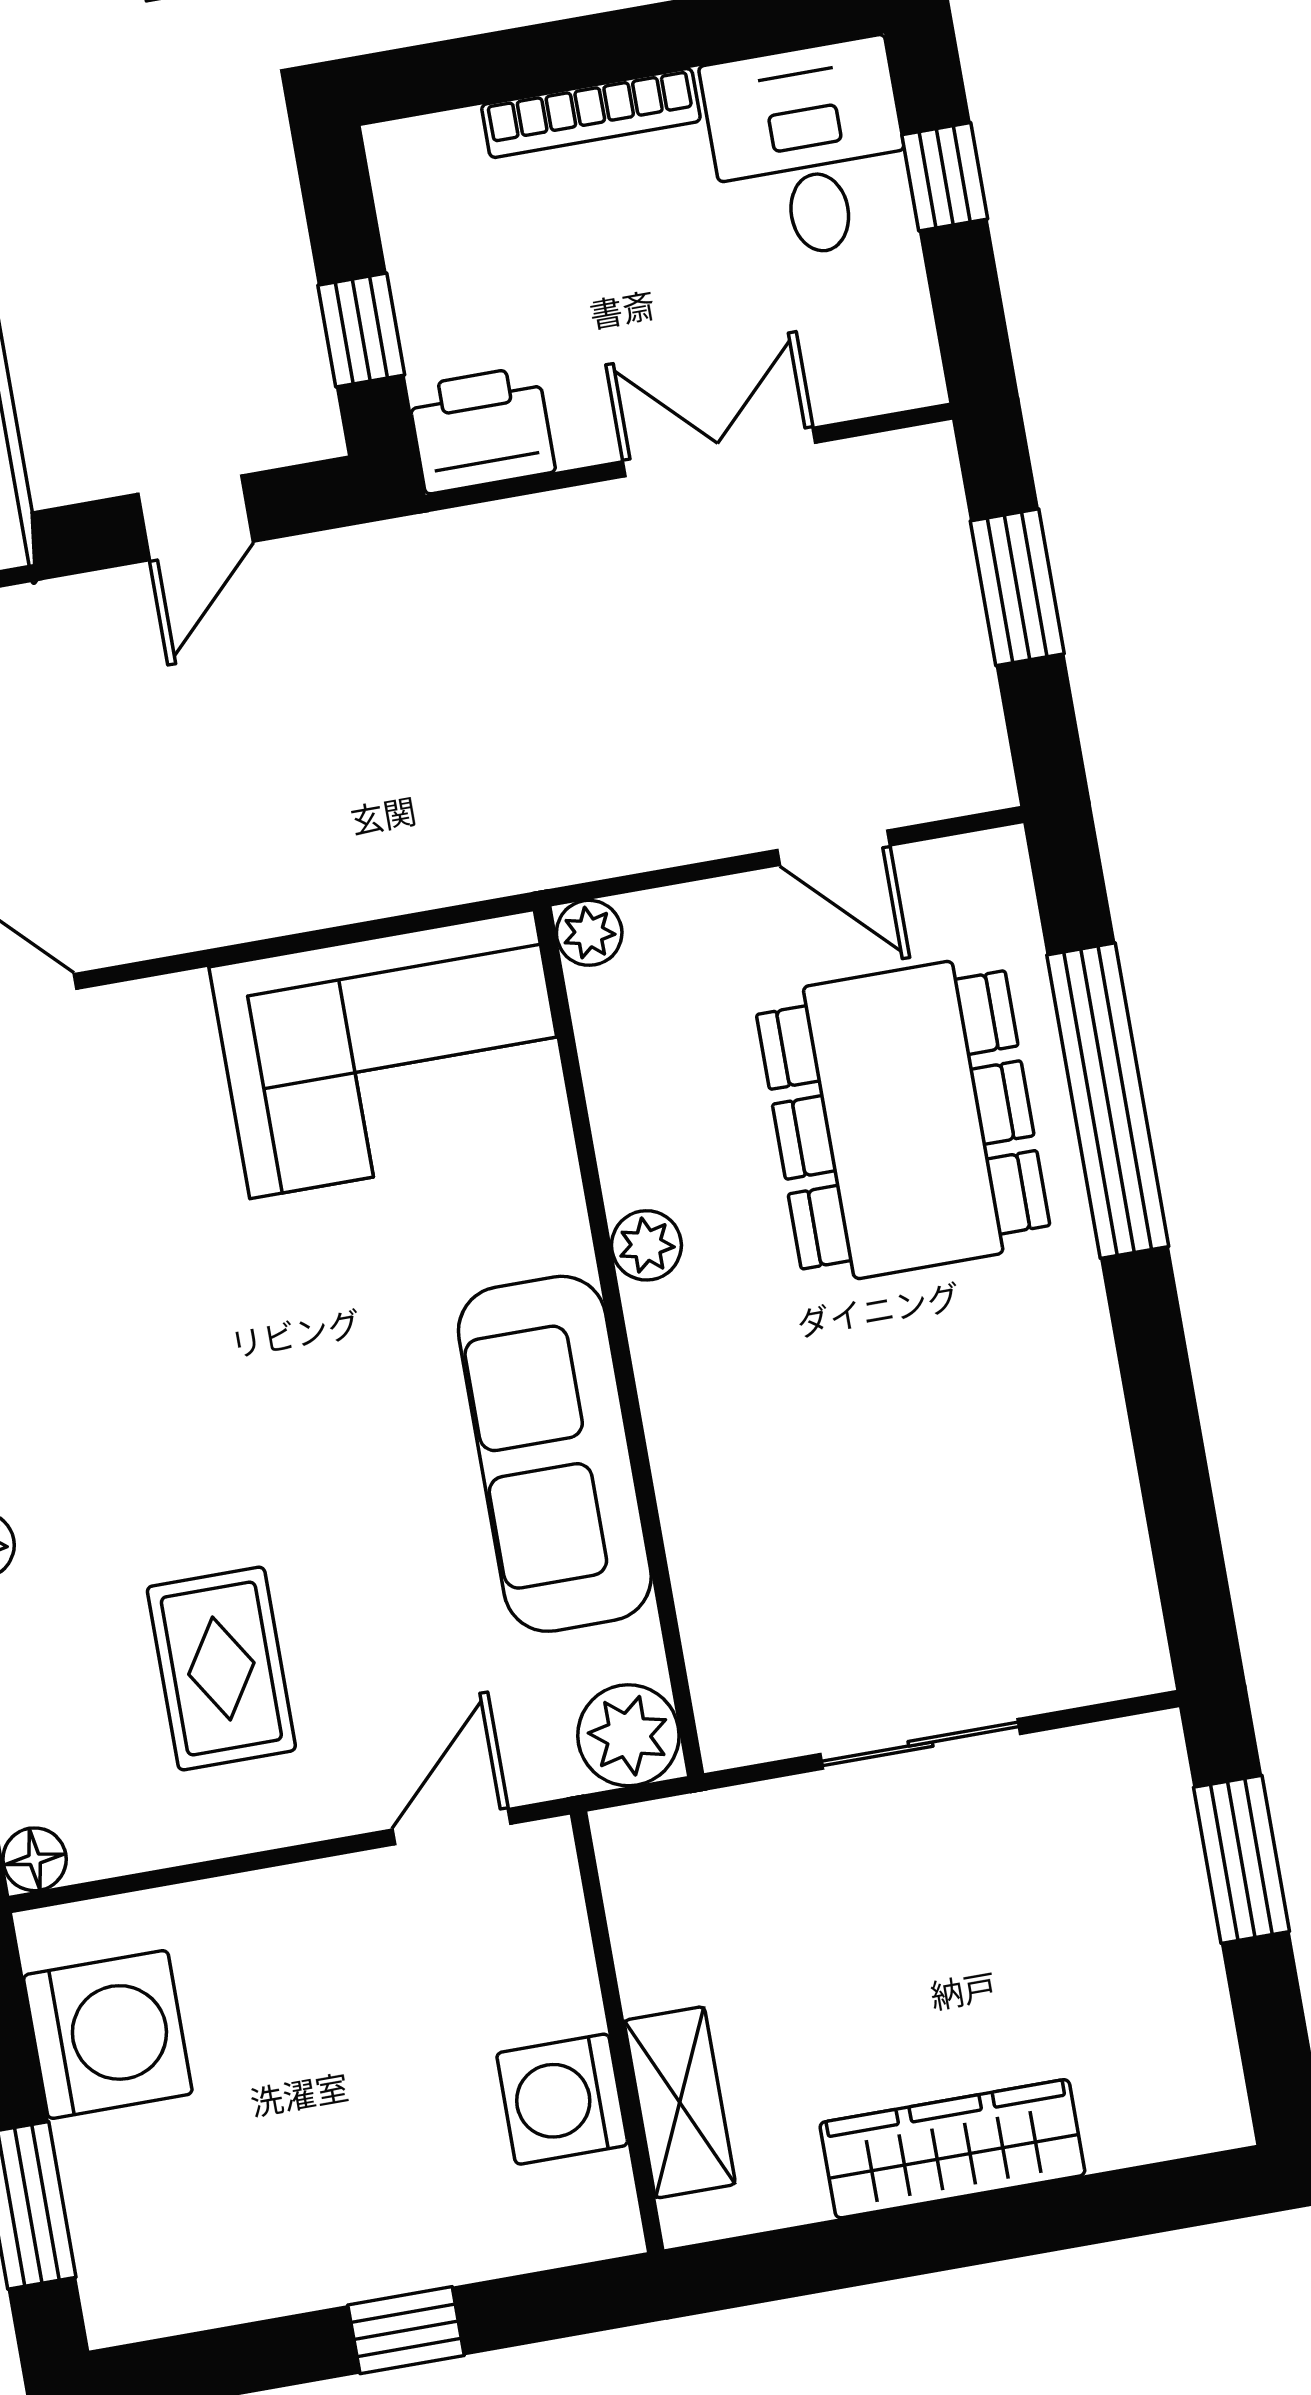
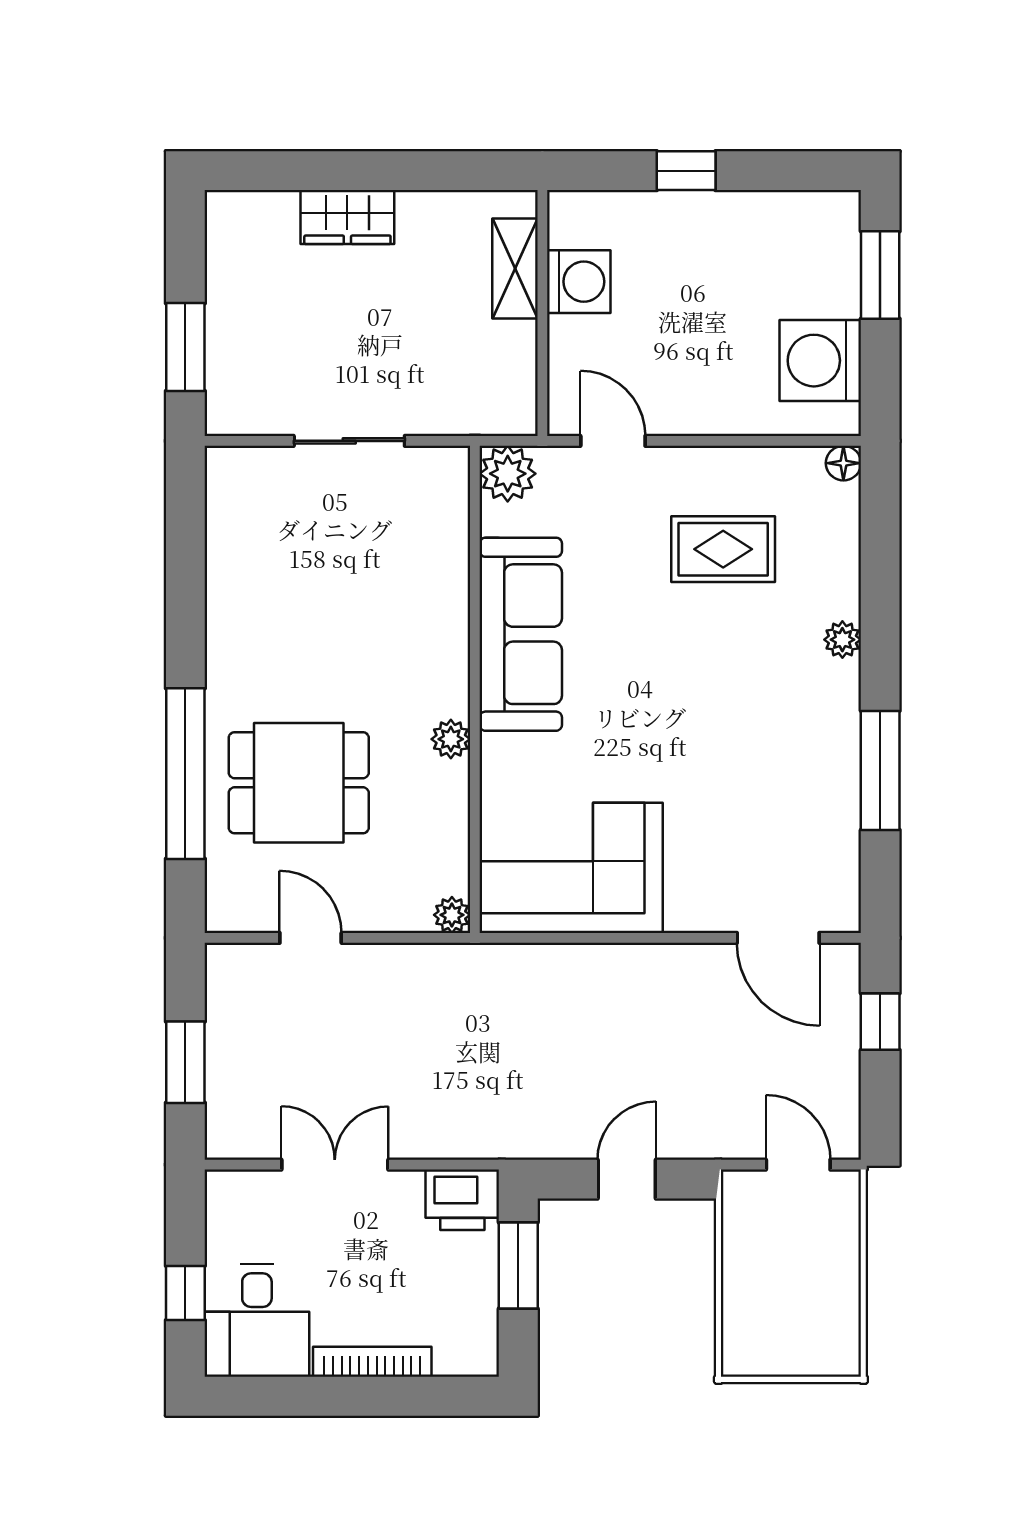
window: (361, 330) -> (518, 1266), width x1.50
double door: (719, 452) -> (335, 1165), swing flipped
dining table: (903, 1120) -> (299, 783), width x0.73
rug: (221, 1669) -> (723, 549), turned 90
door: (452, 1827) -> (613, 441), swing flipped
wardrobe: (952, 2149) -> (347, 217), width x0.67

